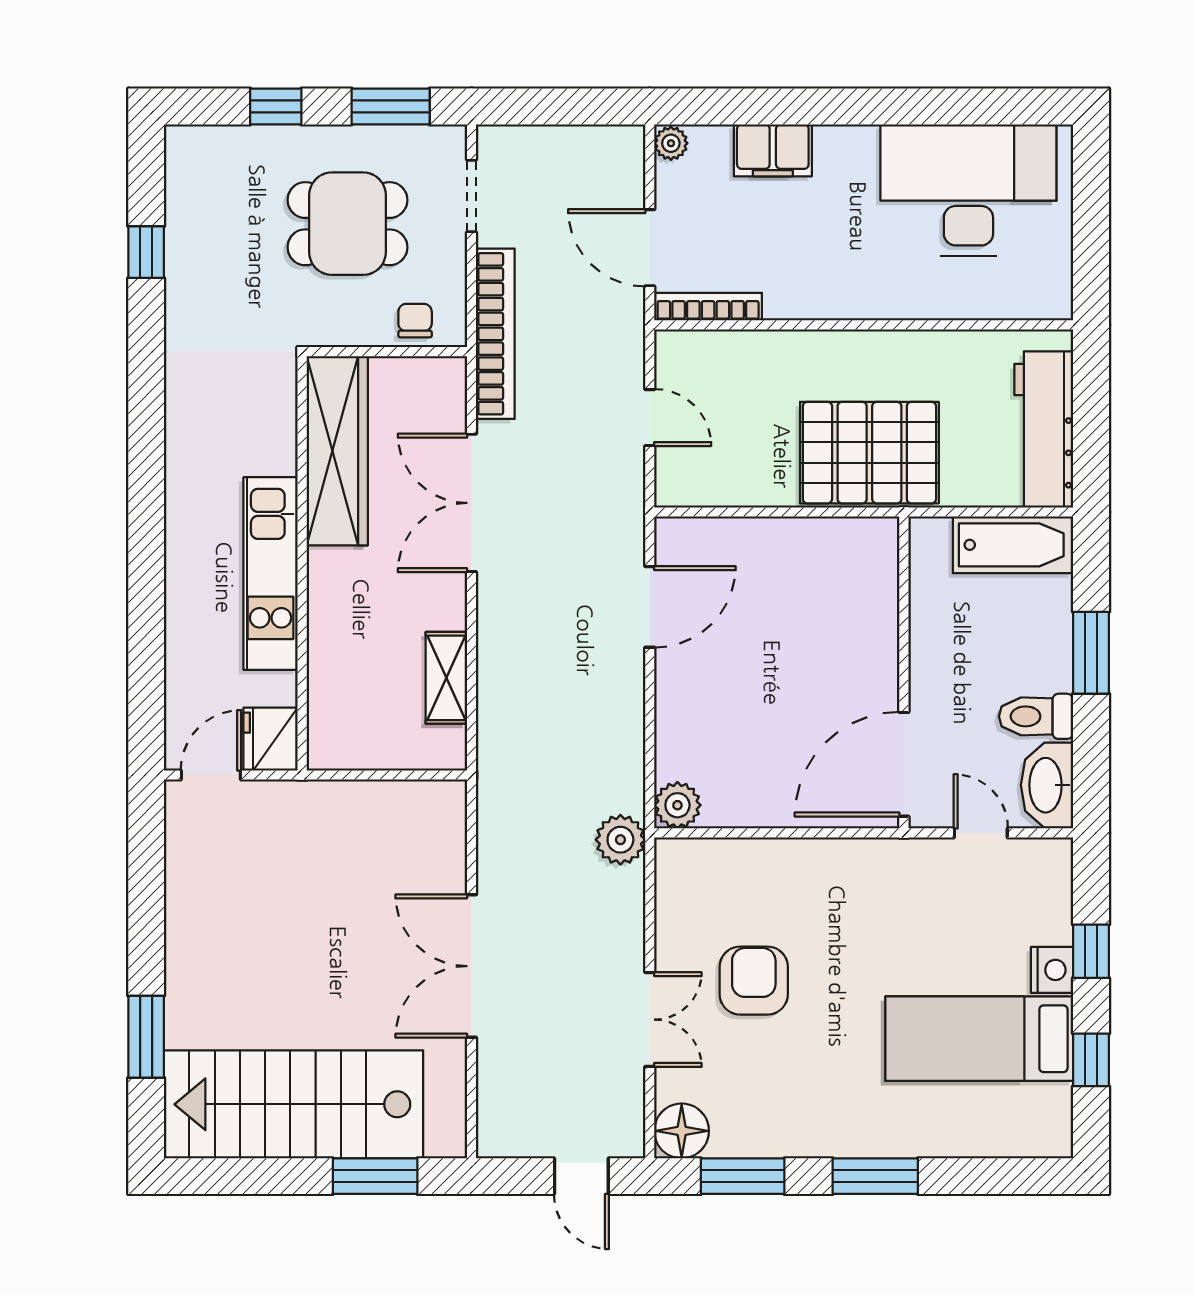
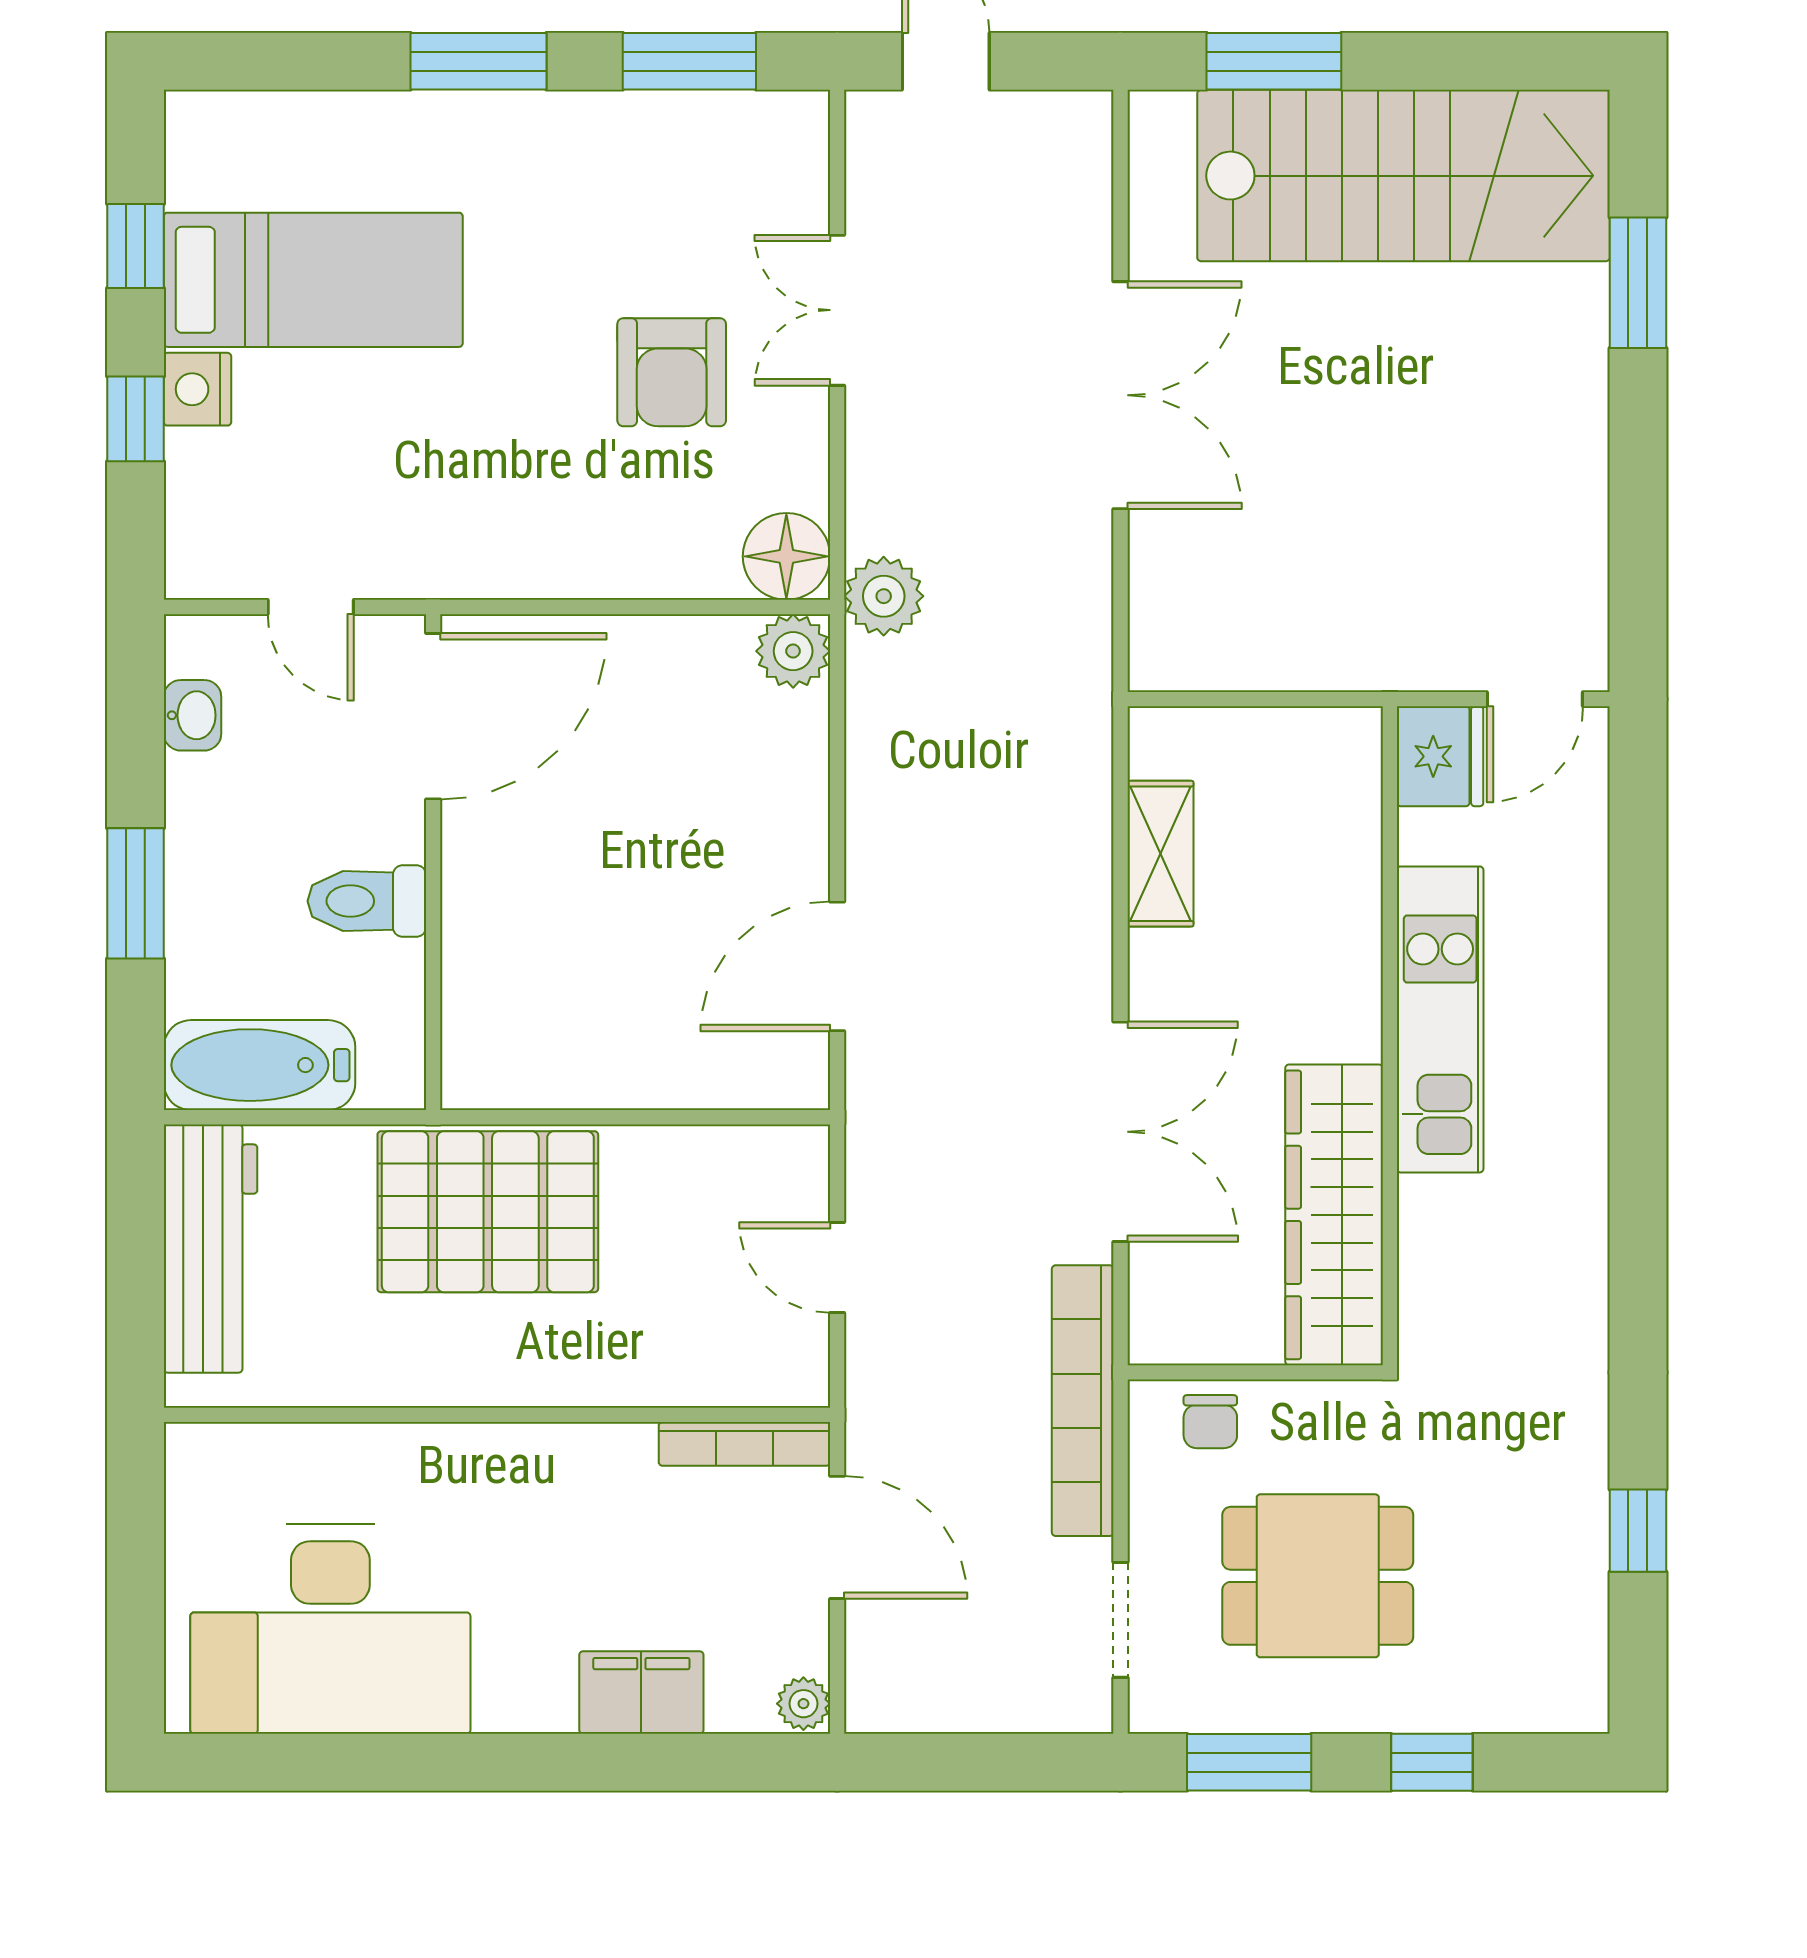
toilet: (1036, 716) -> (367, 901), moved, turned 180
washbasin: (1047, 785) -> (193, 715), width x0.52, depth x0.69
floor lamp: (682, 1131) -> (786, 556), moved

